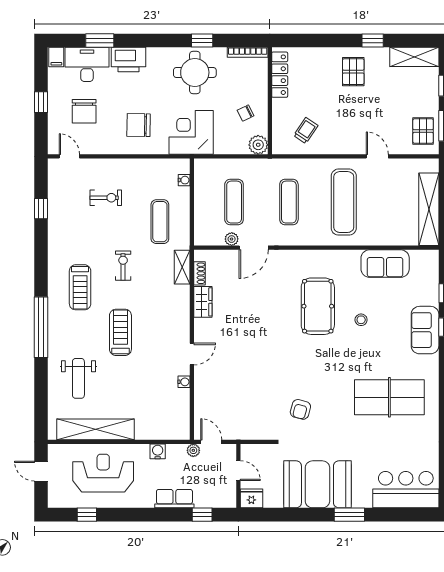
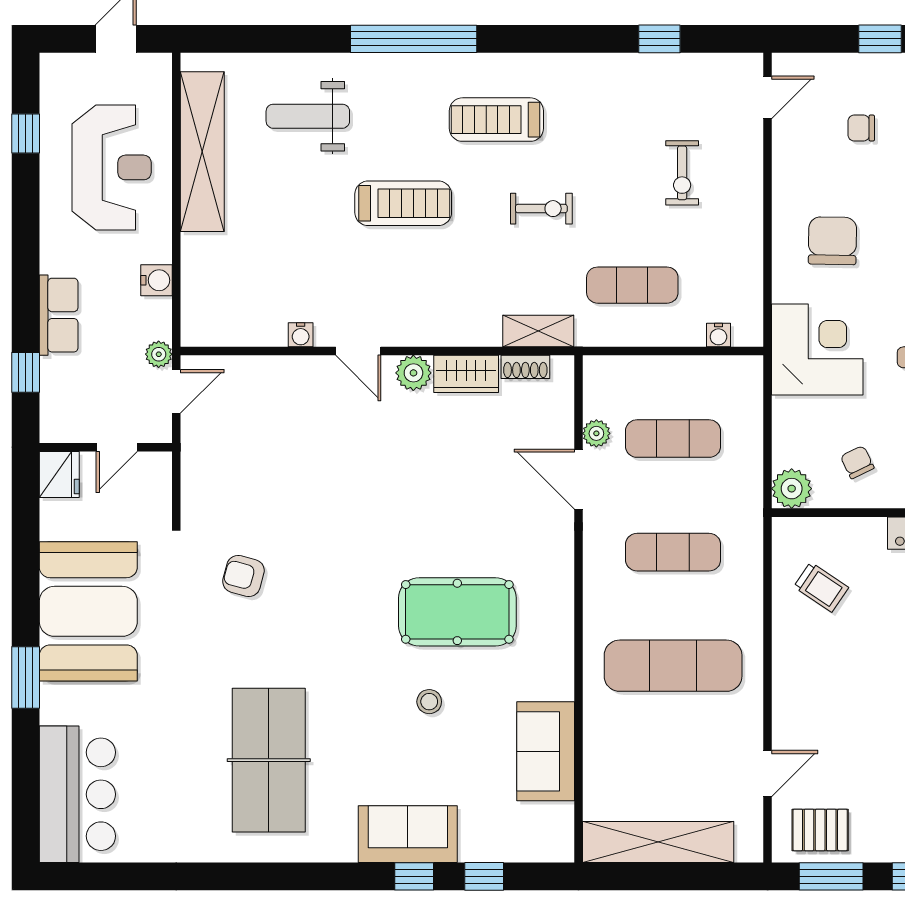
chair: (84, 111) -> (861, 128), width x0.54, depth x0.54
door: (377, 156) -> (768, 774), moved
plant: (202, 327) -> (413, 373), added

